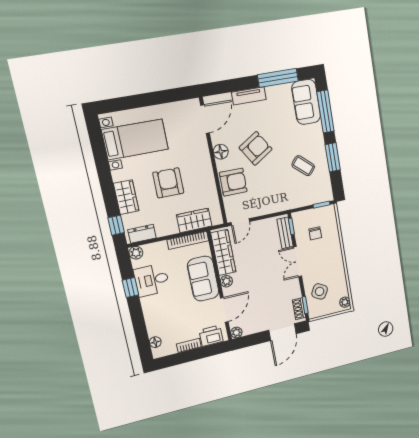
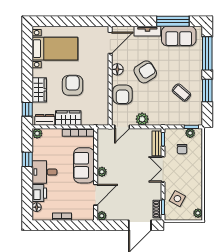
sofa: (306, 102) -> (179, 36), moved, turned -90
armchair: (233, 182) -> (123, 95), turned 90
plant: (263, 207) -> (142, 119), added
plant: (321, 212) -> (190, 133), added
wardrobe: (194, 220) -> (68, 118), moved
wardrobe: (223, 252) -> (104, 148), removed
desk: (152, 280) -> (44, 172), moved
printer: (211, 336) -> (39, 193), moved, turned 90

